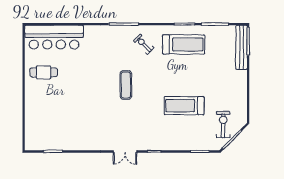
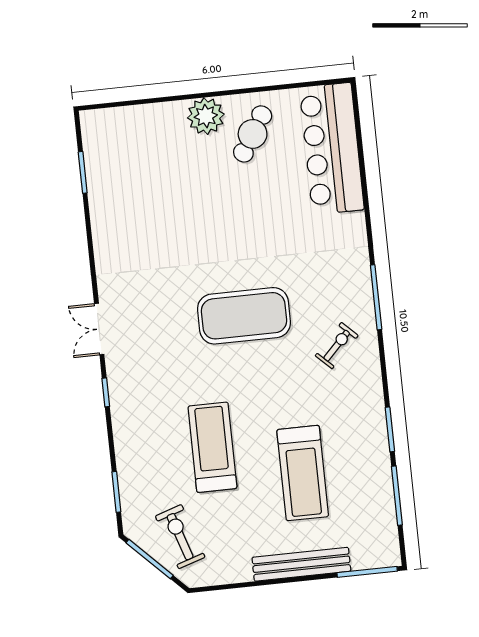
treadmill: (184, 44) -> (303, 473), moved
bench: (242, 47) -> (301, 564), moved
cafe table: (44, 72) -> (253, 134), turned 32
exercise mat: (126, 85) -> (244, 316), width x2.00, depth x1.45
plant: (33, 93) -> (206, 116), added
exercise bike: (223, 125) -> (180, 537), turned -108

